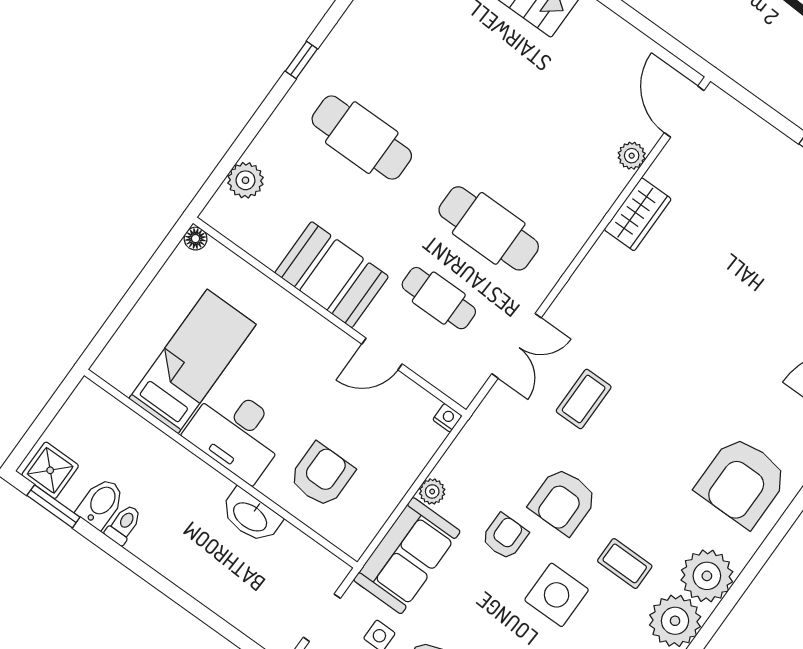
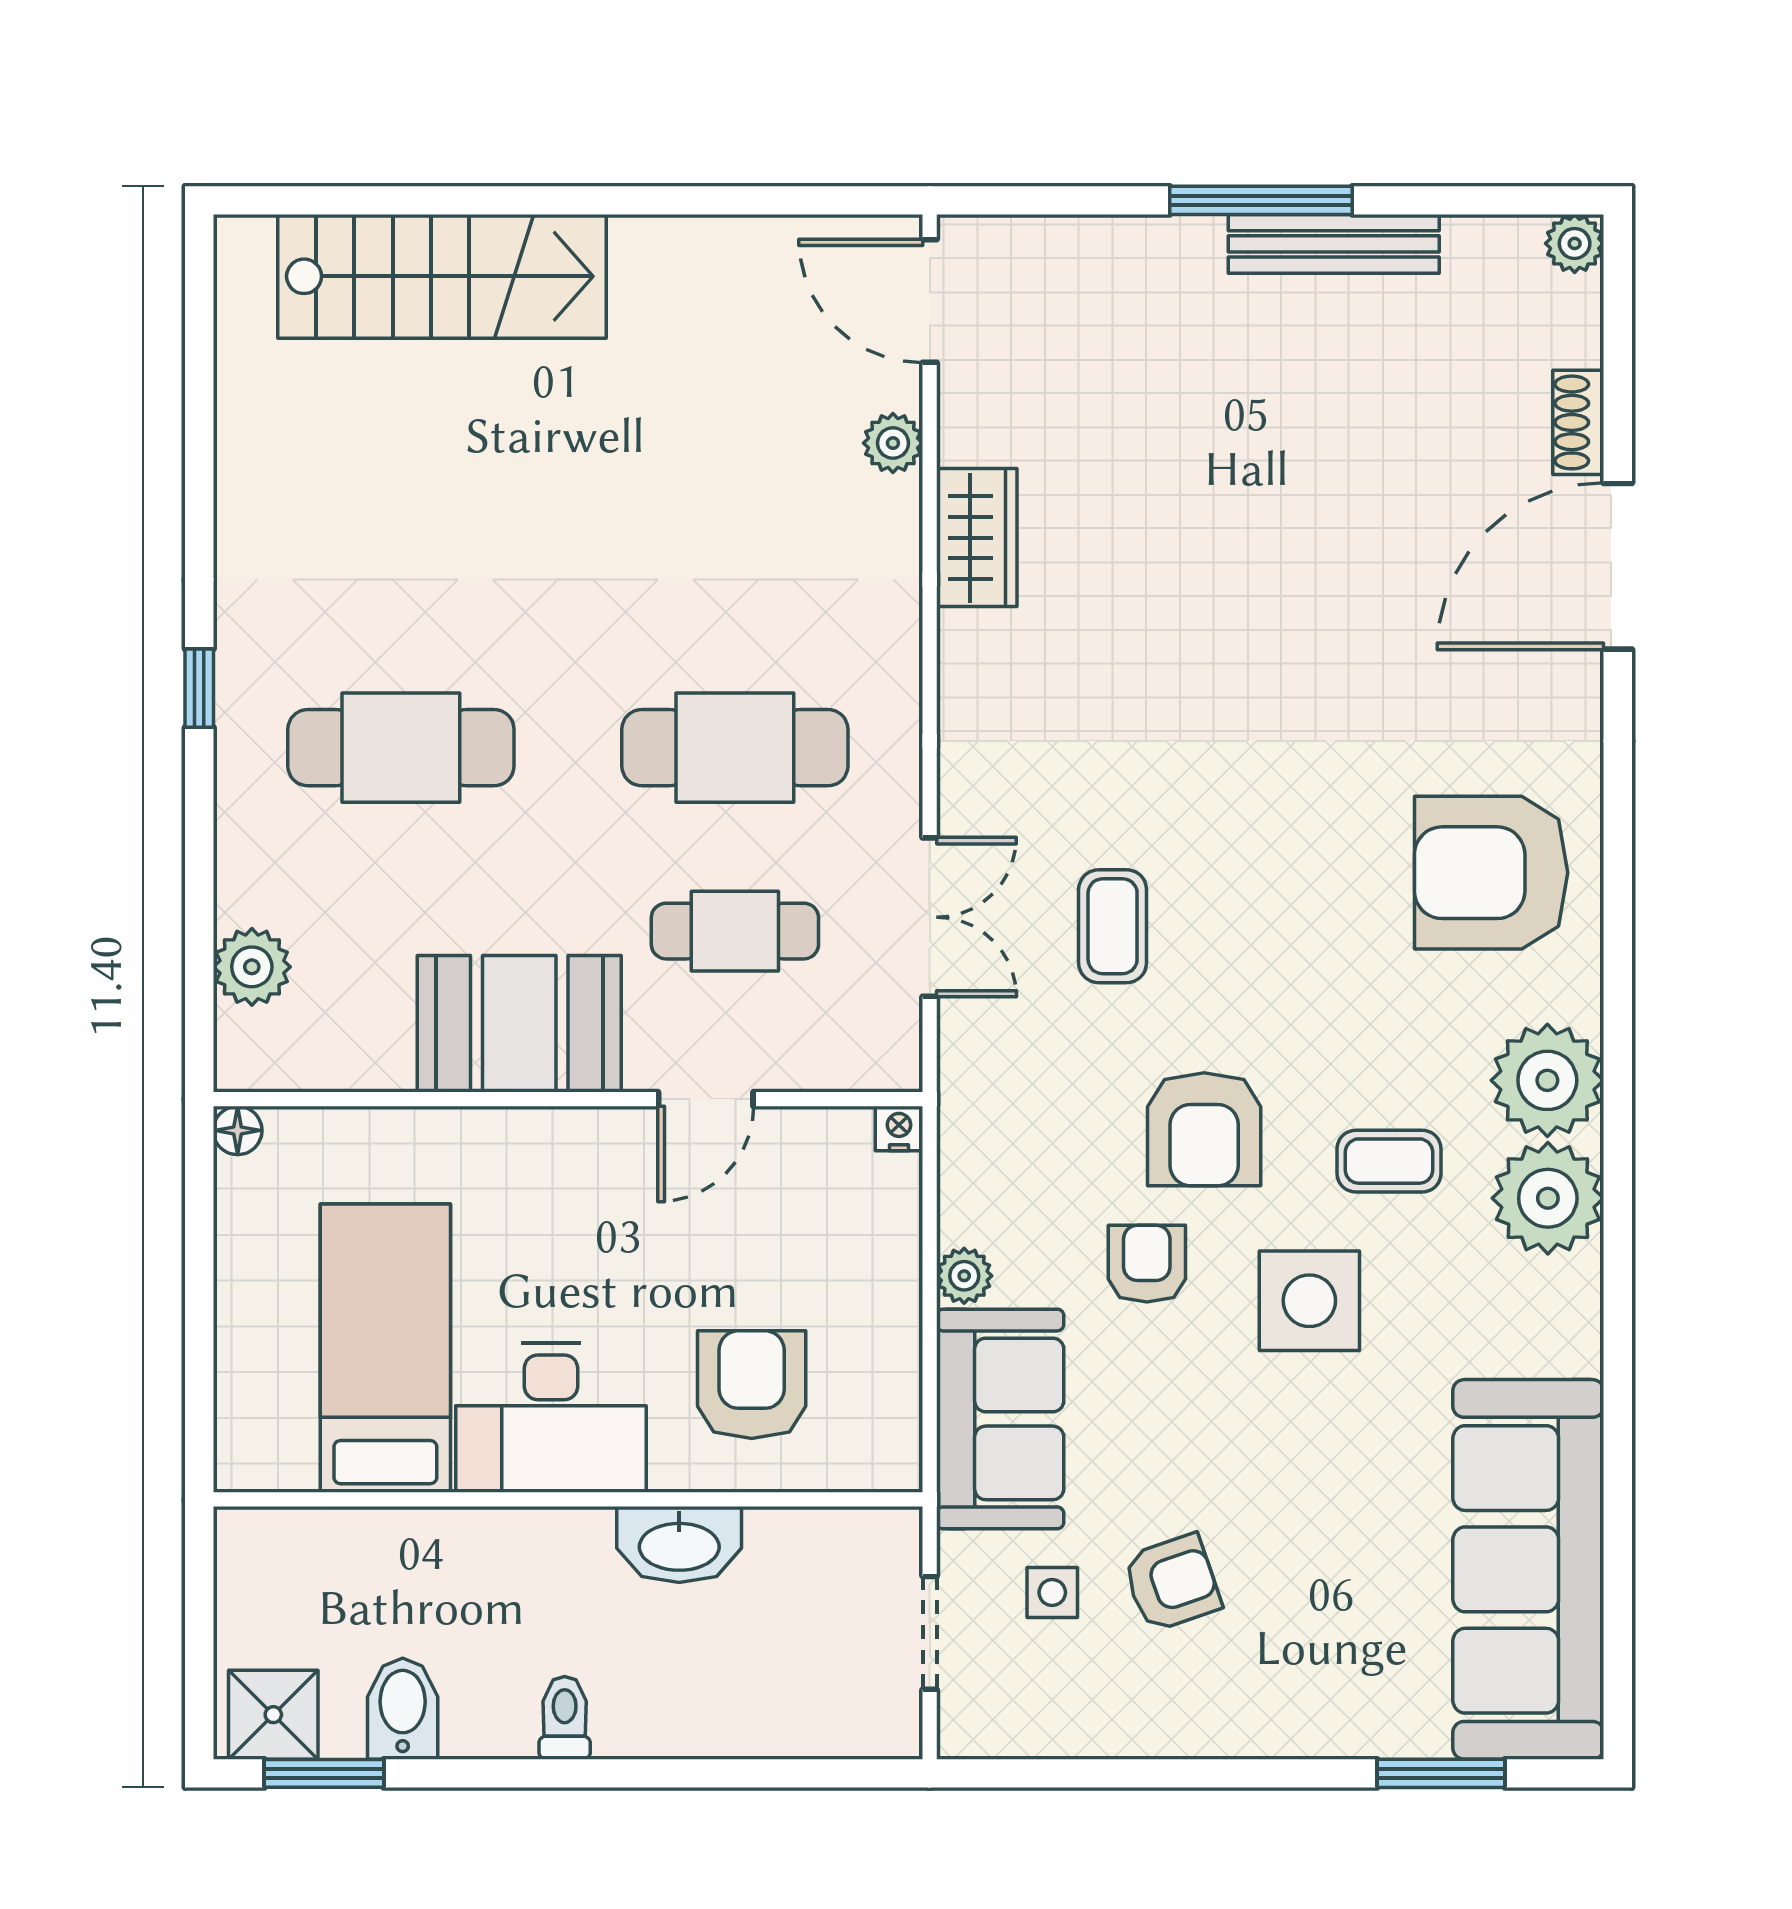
armchair: (742, 482) -> (1491, 873), turned 90
toilet: (124, 525) -> (565, 1718), moved

